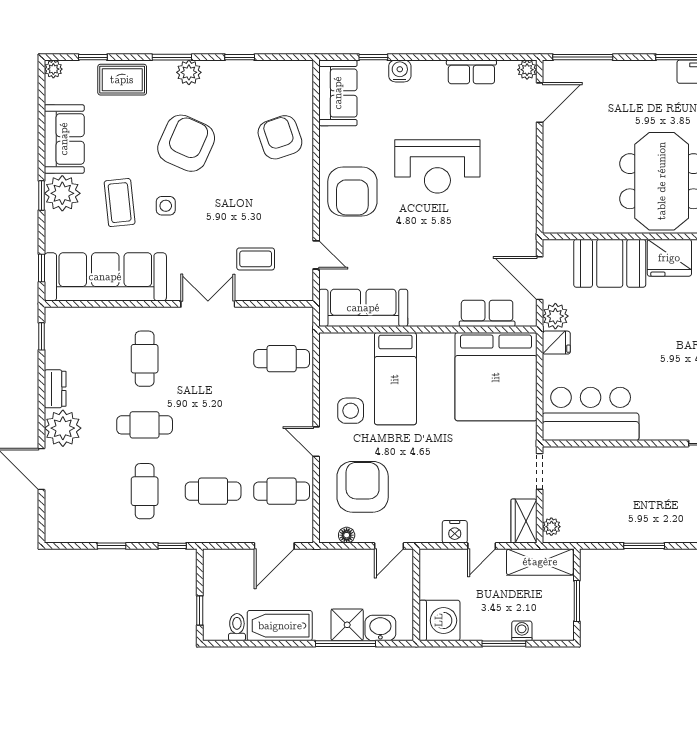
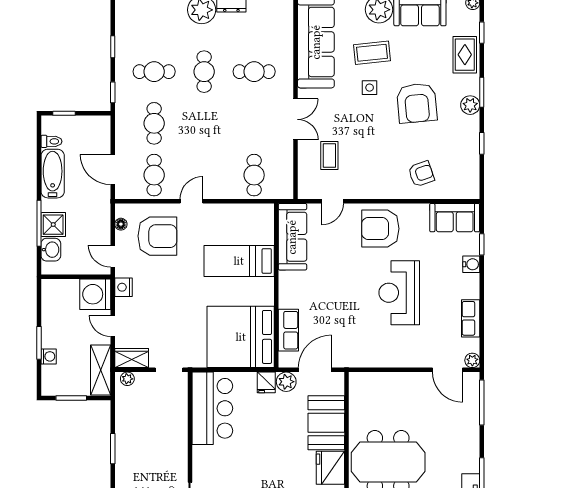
armchair: (280, 137) -> (421, 174), width x0.72, depth x0.72
armchair: (186, 143) -> (417, 103), turned 61
side table: (351, 411) -> (215, 227), removed
nightstand: (455, 532) -> (123, 287), moved
washing machine: (439, 620) -> (95, 294), moved, turned 90

